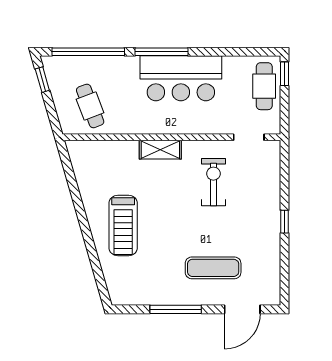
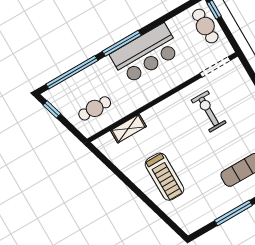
cafe table: (90, 106) -> (95, 108), turned -69
doorway: (249, 137) -> (215, 67), width x1.38
shelving: (160, 150) -> (128, 129), moved

